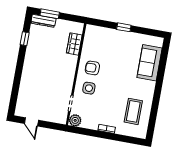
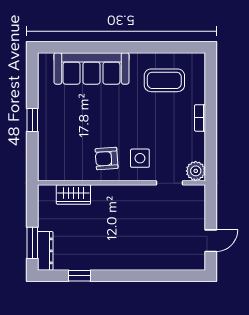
sofa: (150, 63) -> (91, 68), width x1.36
armchair: (92, 68) -> (107, 159), turned 86

